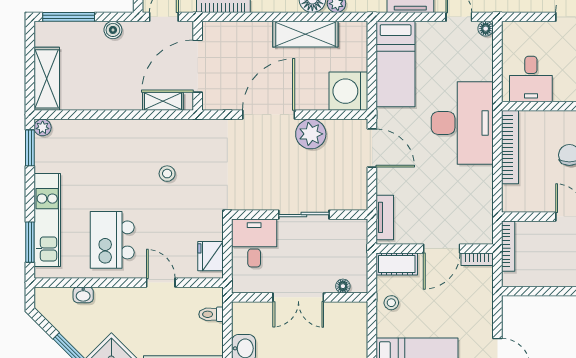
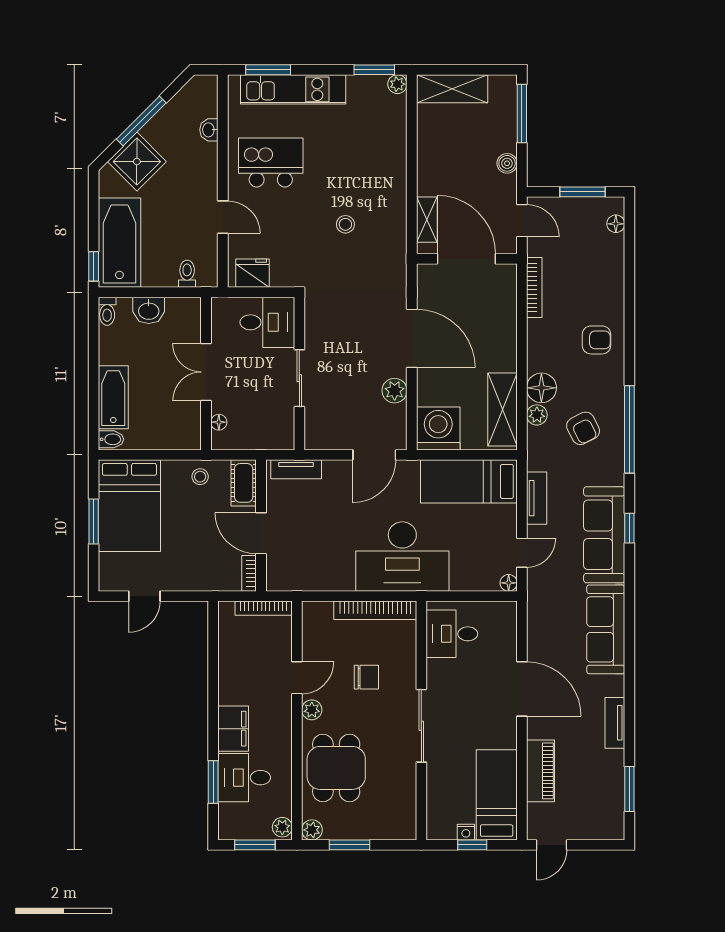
shelving: (305, 34) -> (502, 410), moved
plant: (311, 134) -> (395, 391), width x0.73, depth x0.73
door: (161, 283) -> (223, 217), hinge flipped

